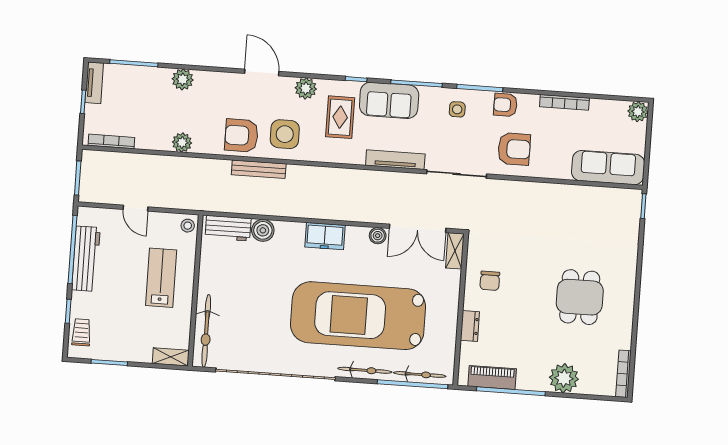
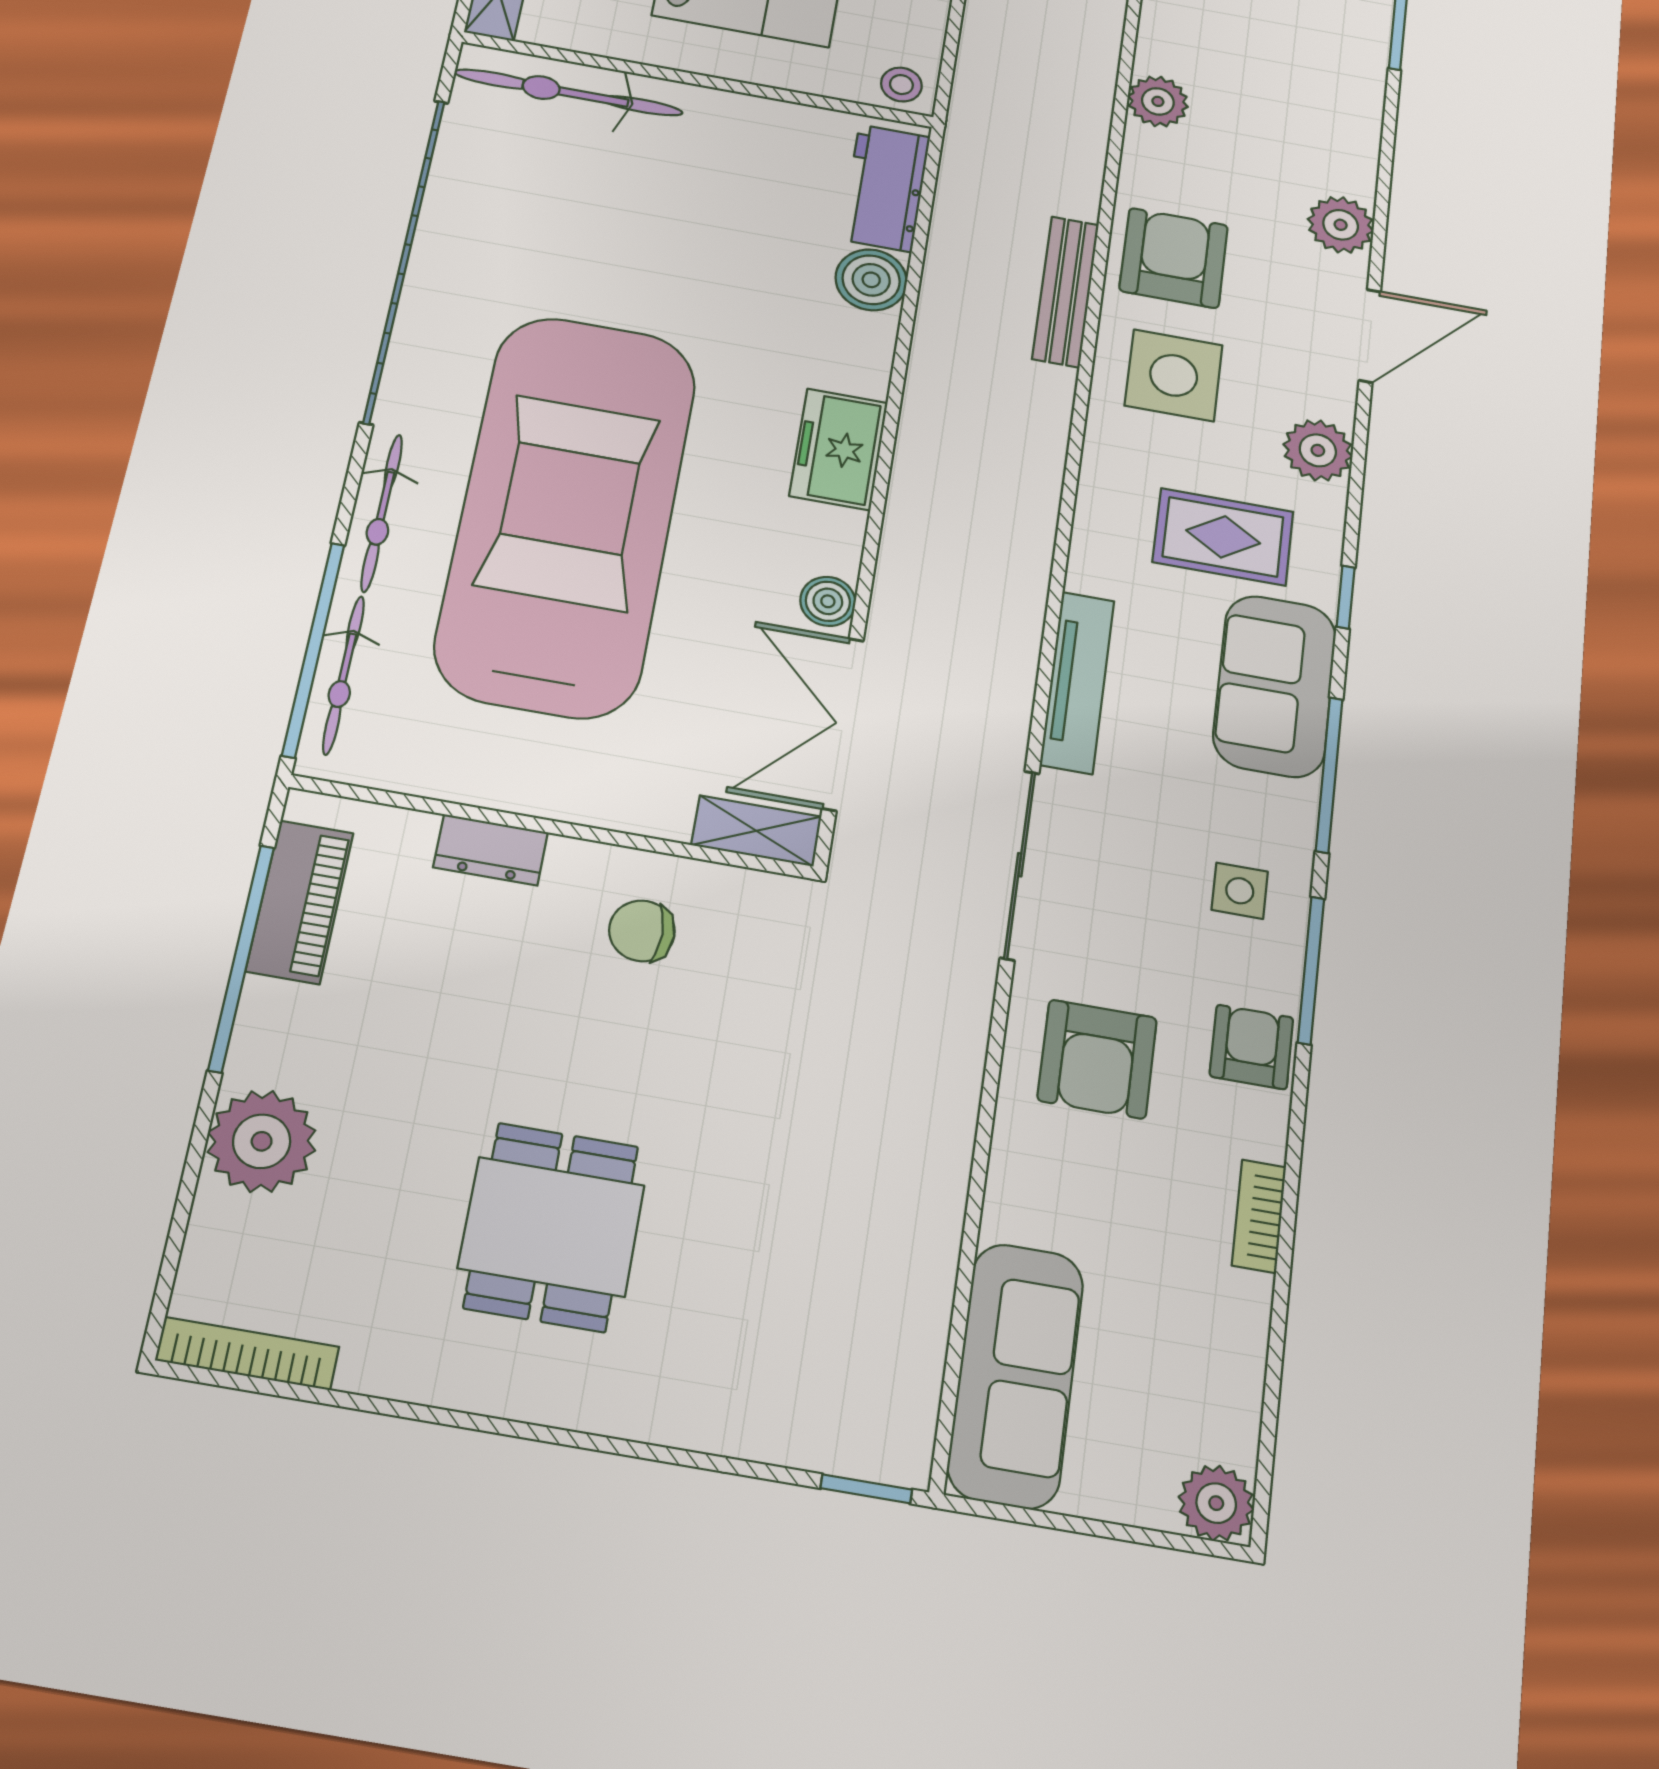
plant: (183, 79) -> (1341, 225), moved
bookcase: (564, 102) -> (1259, 1216), width x0.64
dining table: (580, 297) -> (551, 1227), turned 90

